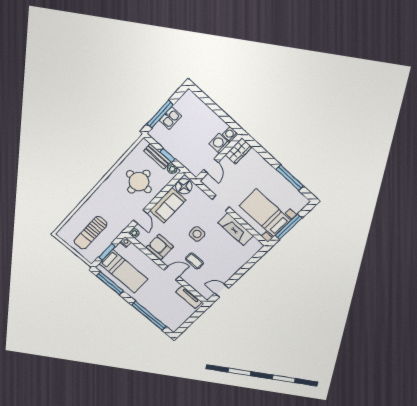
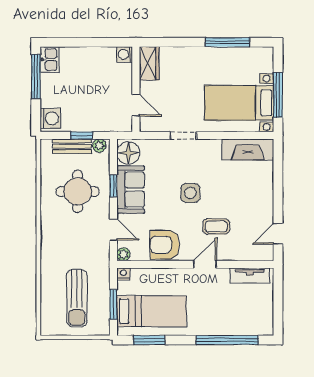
window: (160, 114) -> (36, 77), moved
kitchen sink: (170, 118) -> (50, 60), moved
washing machine: (219, 143) -> (50, 118), moved, turned 180
window: (160, 196) -> (113, 186), added
fireplace: (236, 229) -> (248, 149), moved
window: (110, 283) -> (149, 340), width x0.69

